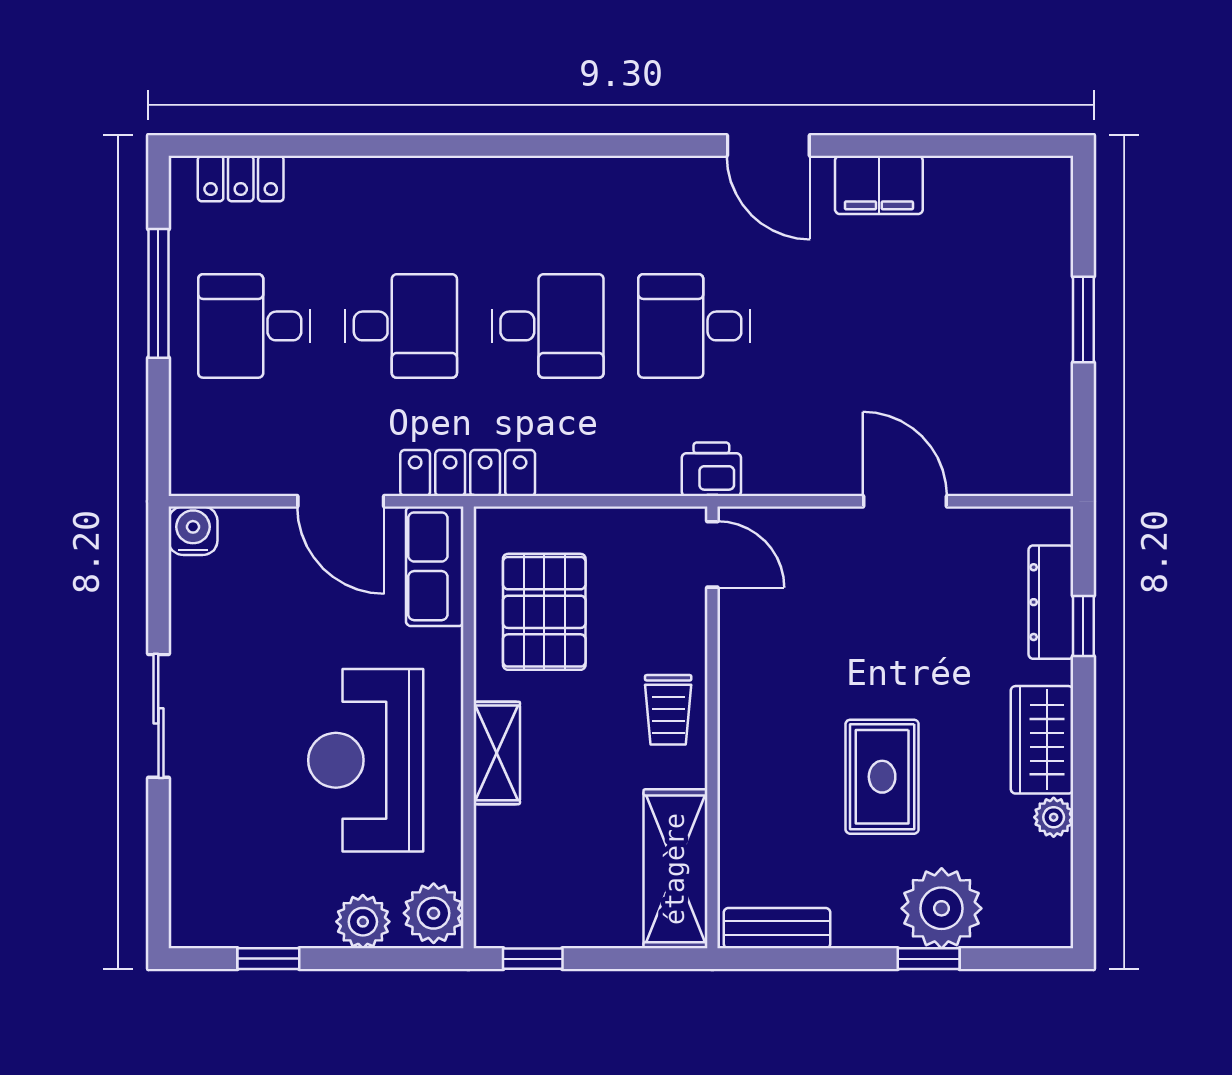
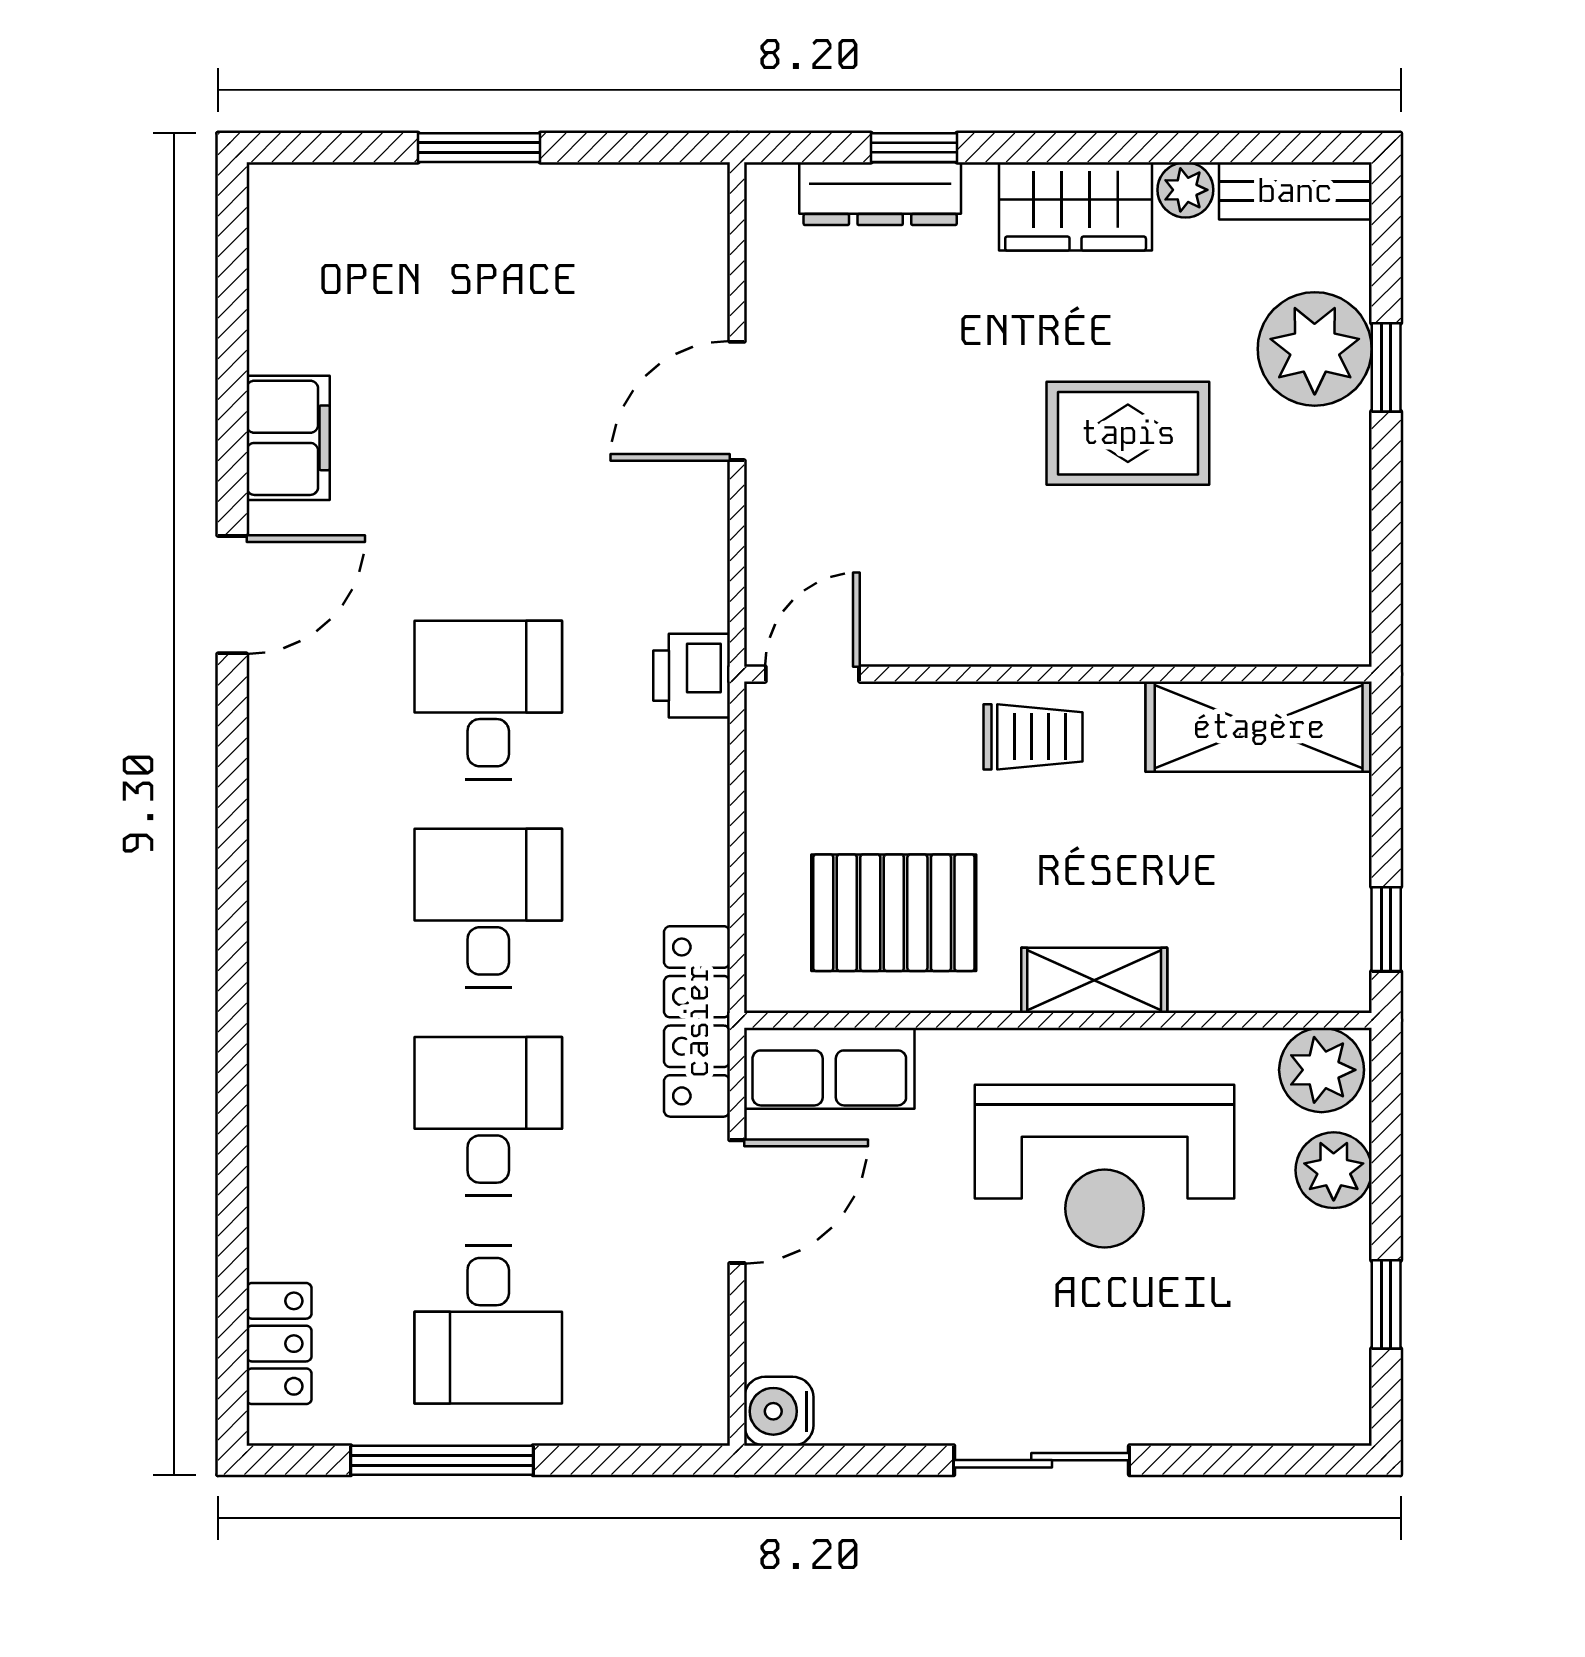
desk: (694, 326) -> (488, 700), turned 180
bench: (777, 928) -> (1295, 191), moved, turned 90

